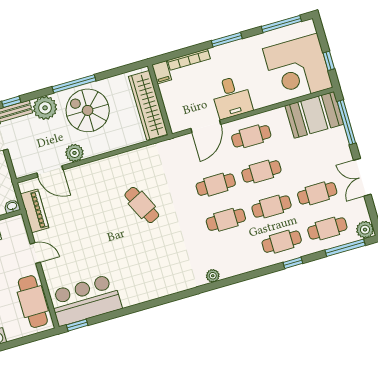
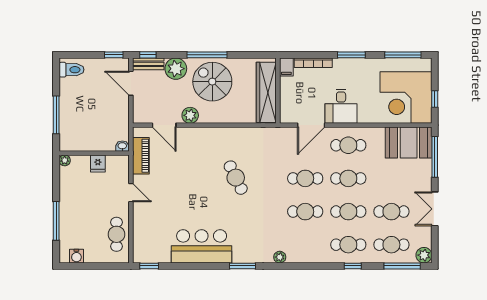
window: (176, 297) -> (242, 266), added
bar counter: (85, 300) -> (202, 246), moved
cafe table: (33, 302) -> (117, 234), width x0.73, depth x0.74

